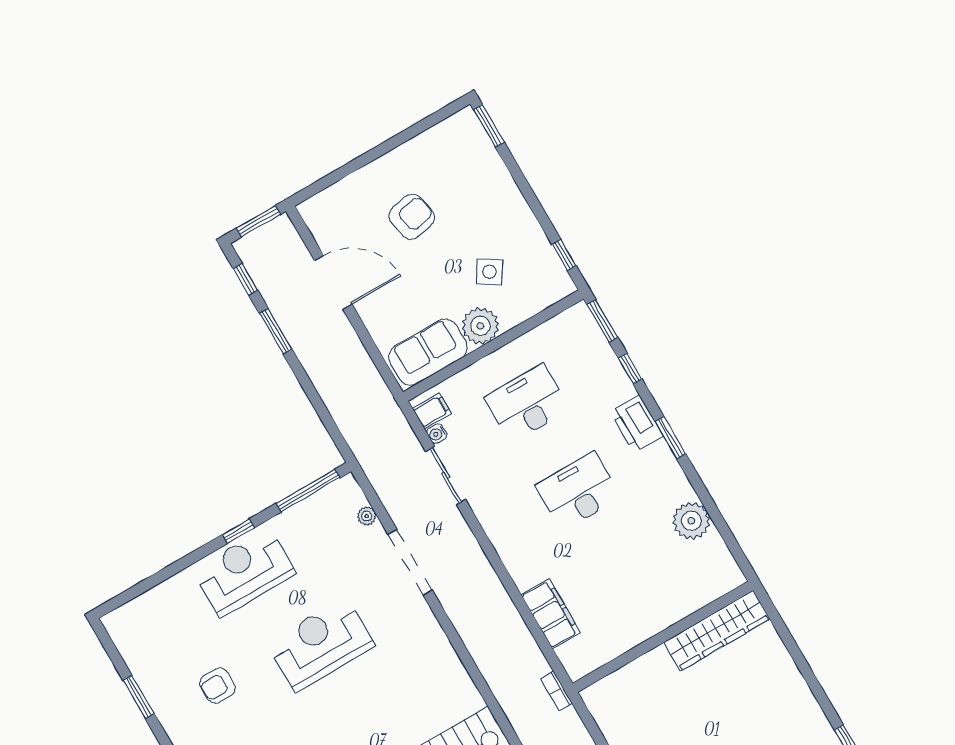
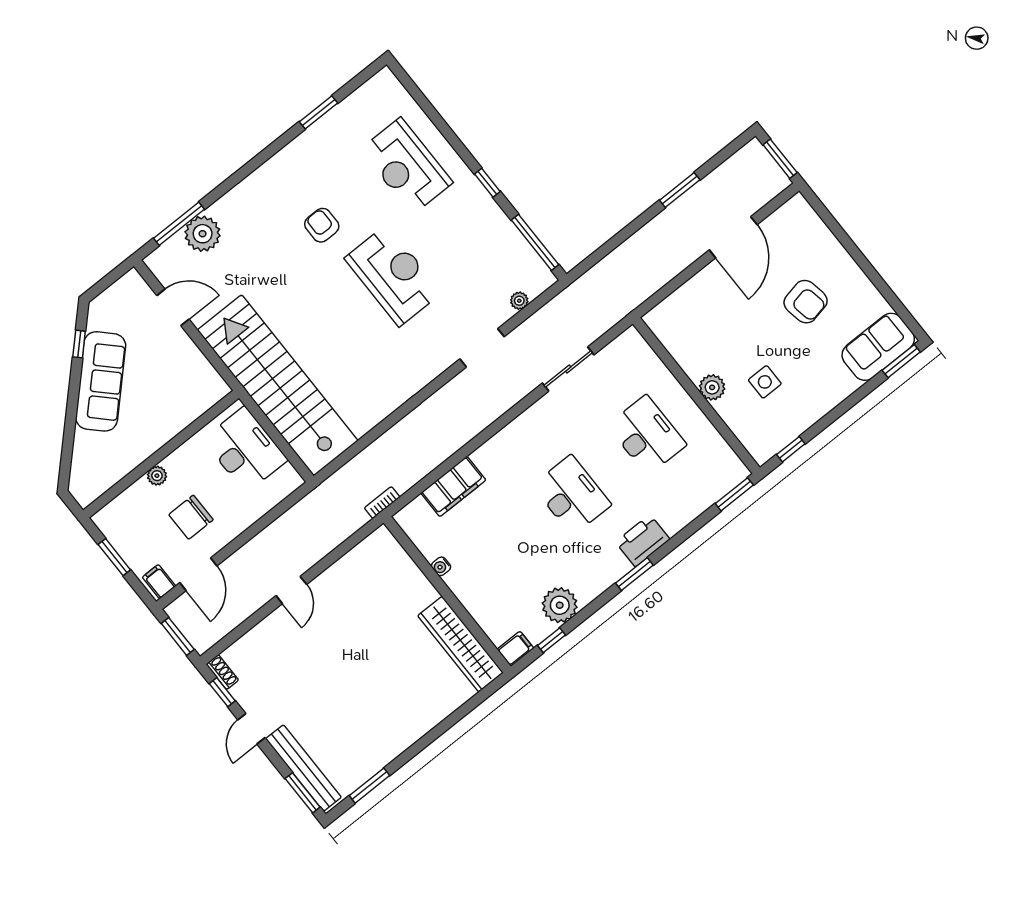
side table: (489, 272) -> (765, 382), turned -33
window: (245, 279) -> (724, 155), removed
plant: (480, 326) -> (712, 387), width x0.73, depth x0.73
sofa: (428, 352) -> (878, 347), moved, turned -90
window: (630, 369) -> (551, 640), moved
filing cabinet: (432, 411) -> (515, 649), moved, turned -90
water cooler: (437, 434) -> (441, 566), moved, turned -90
doorway: (410, 562) -> (482, 348), width x0.73
reception desk: (244, 572) -> (407, 166), moved, turned 180
armchair: (218, 685) -> (322, 225), moved

